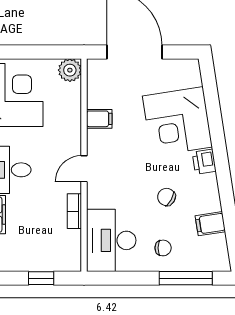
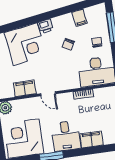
filing cabinet: (99, 119) -> (25, 88), width x2.00
door: (84, 169) -> (48, 94), moved

